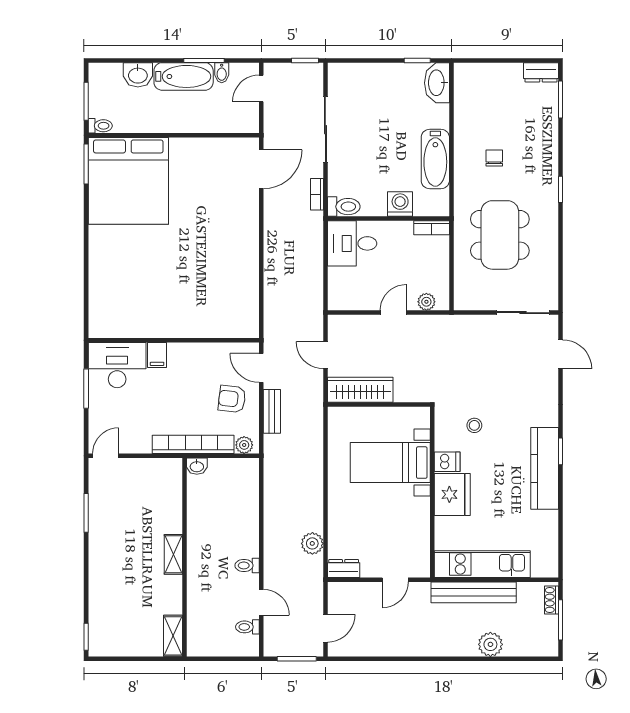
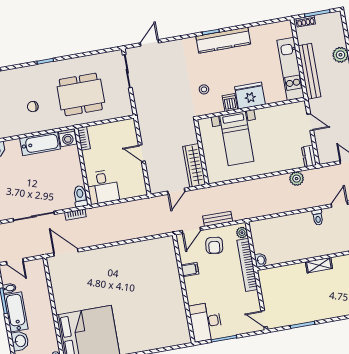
washing machine: (400, 204) -> (68, 138), moved, turned -90
plant: (426, 302) -> (131, 133), removed
filing cabinet: (157, 355) -> (190, 269), moved

